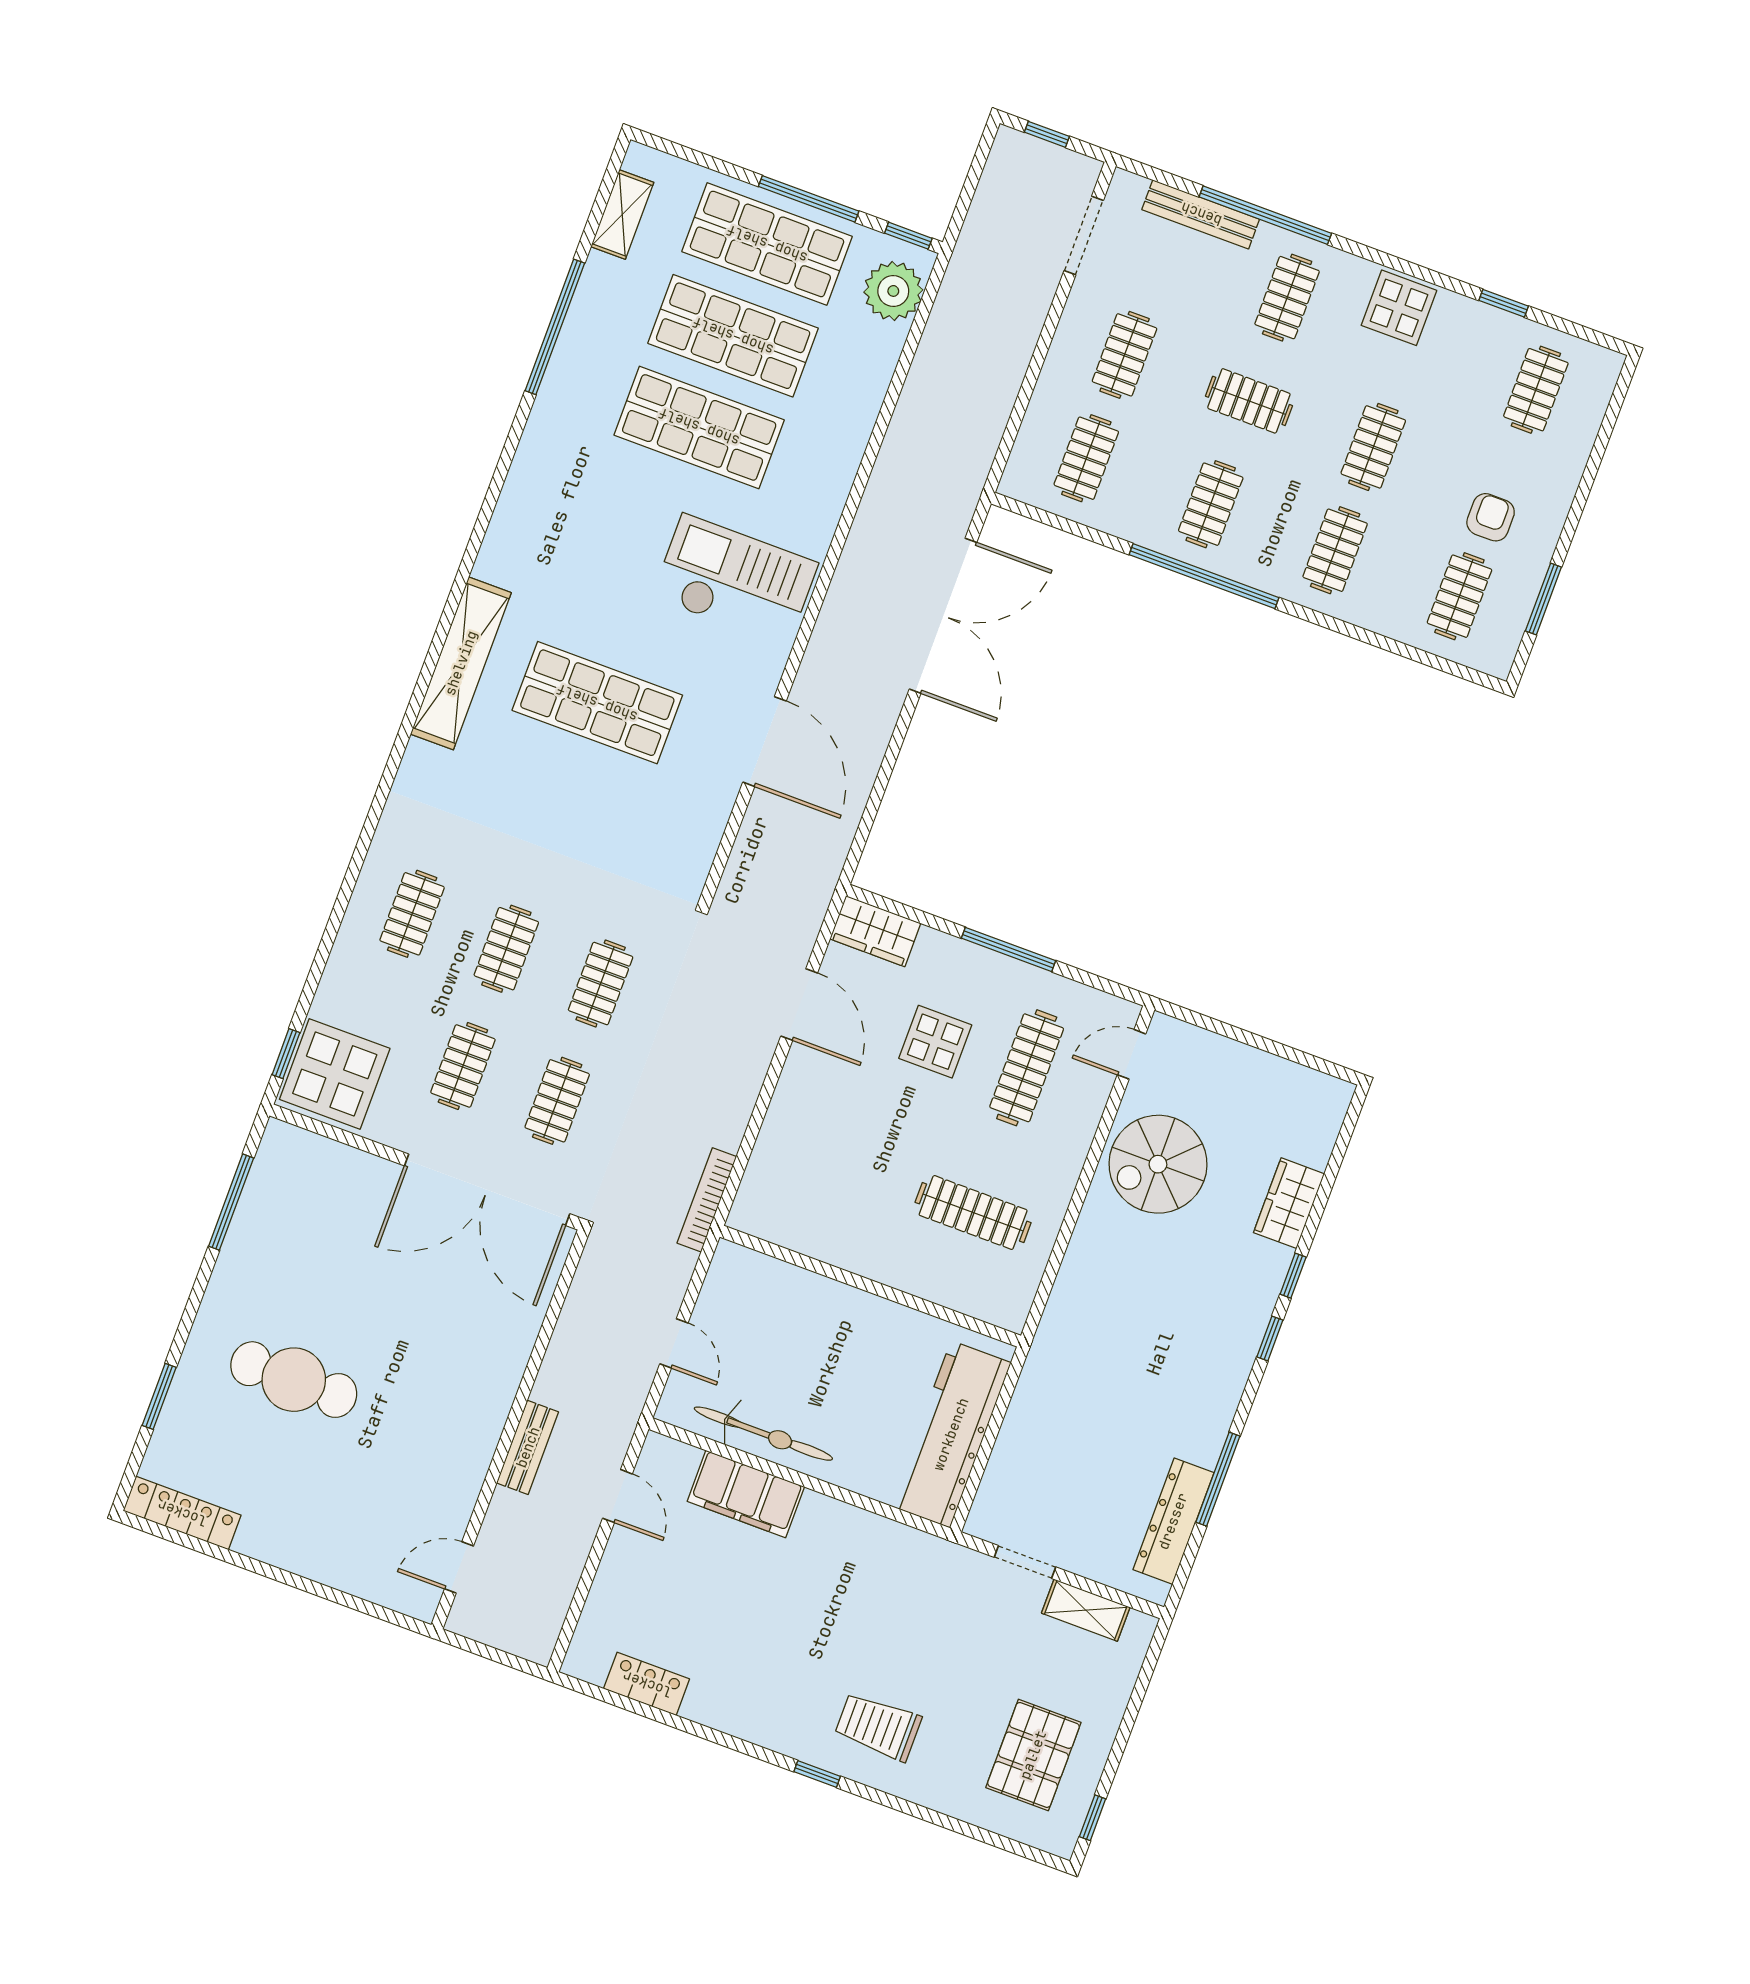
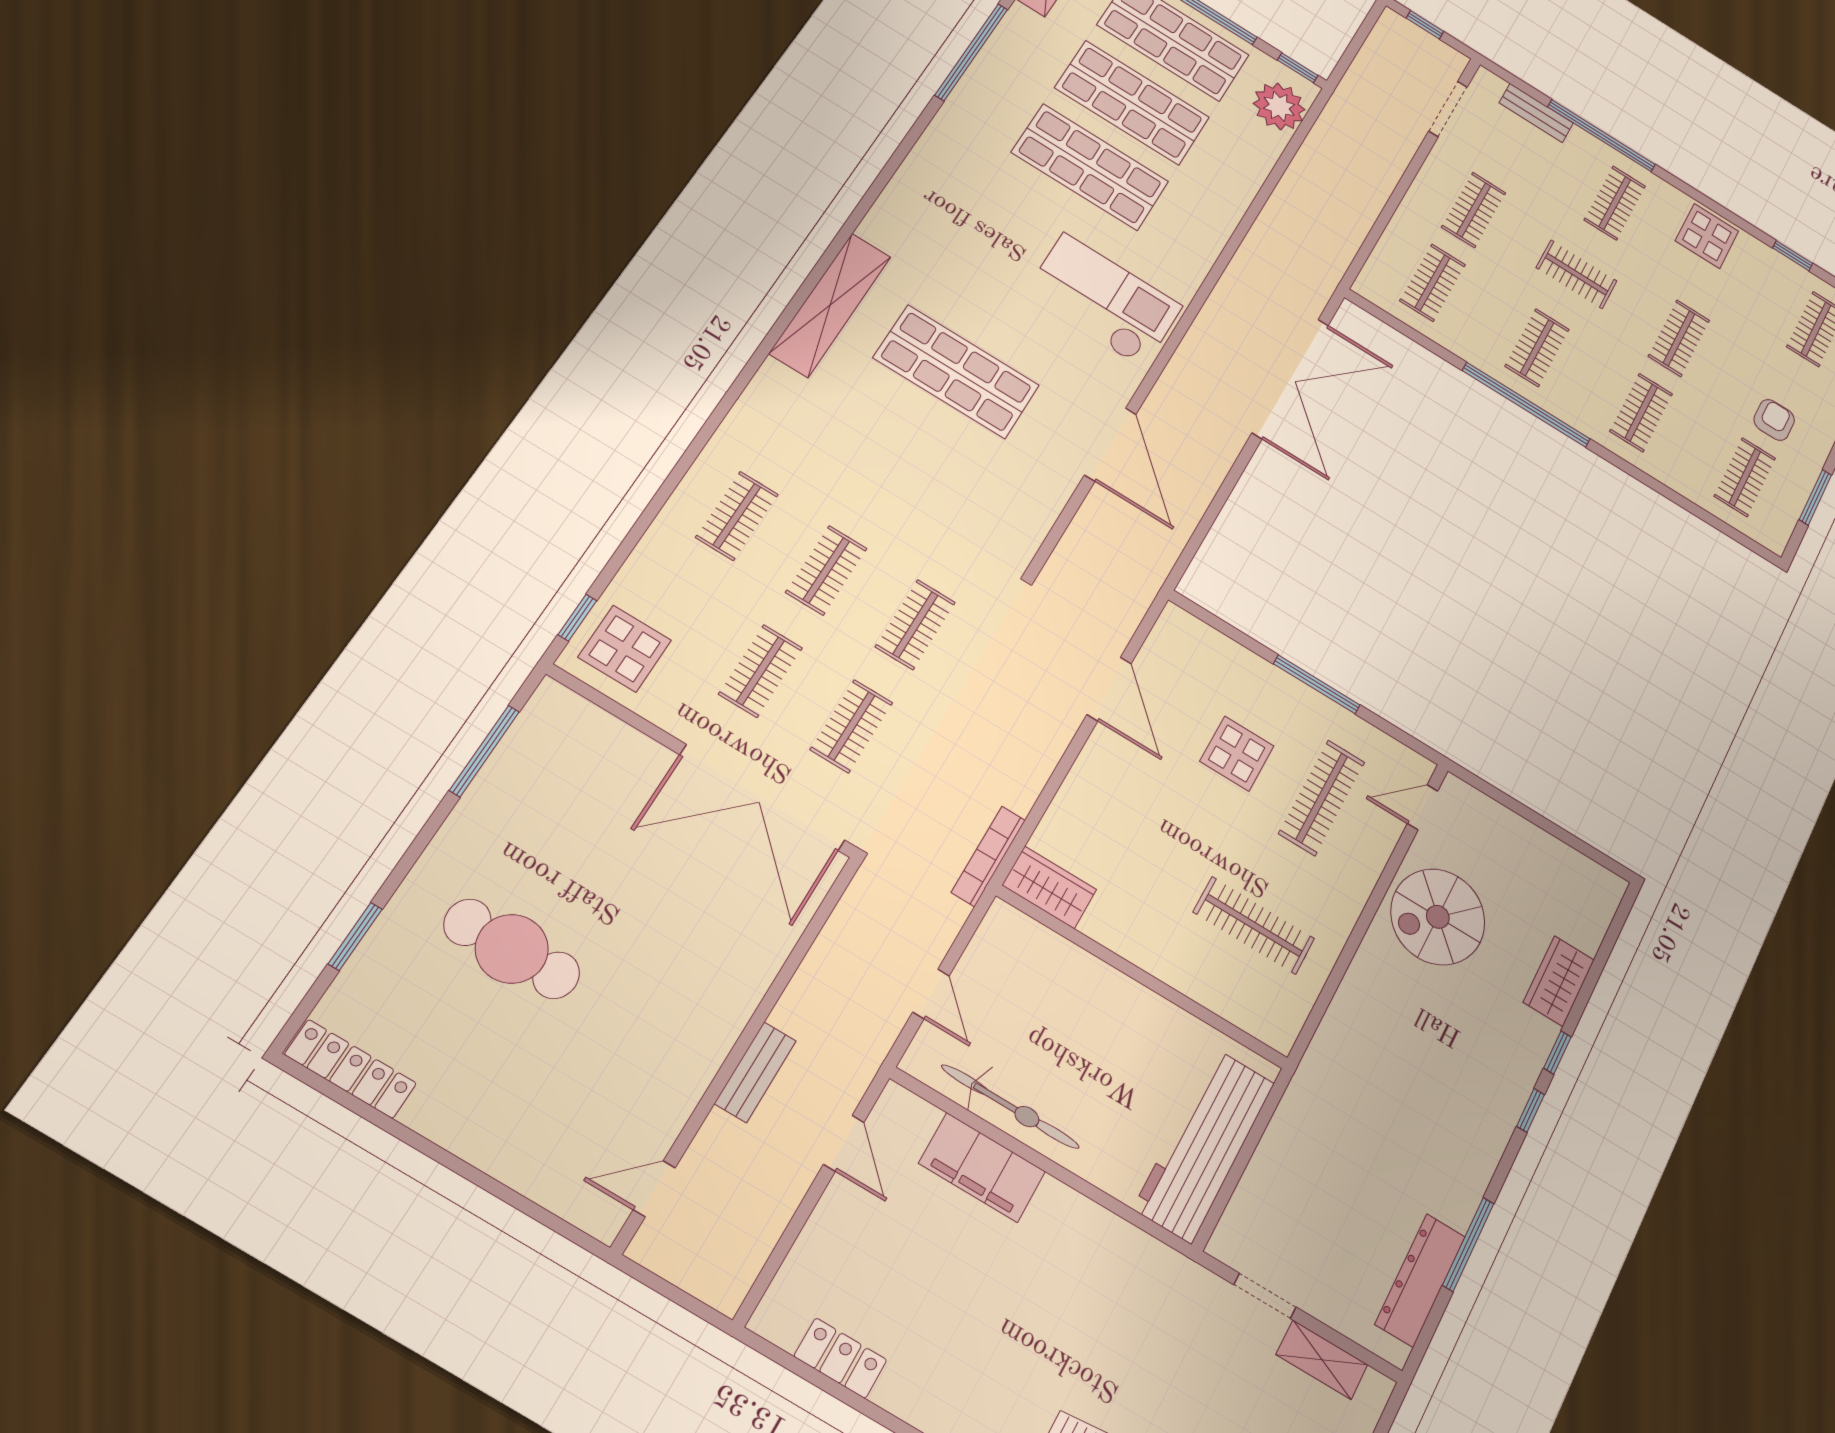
bench: (1201, 214) -> (1536, 113), width x0.73
wardrobe: (875, 931) -> (1049, 887), moved, turned 180
display table: (335, 1074) -> (625, 649), width x0.73, depth x0.73

